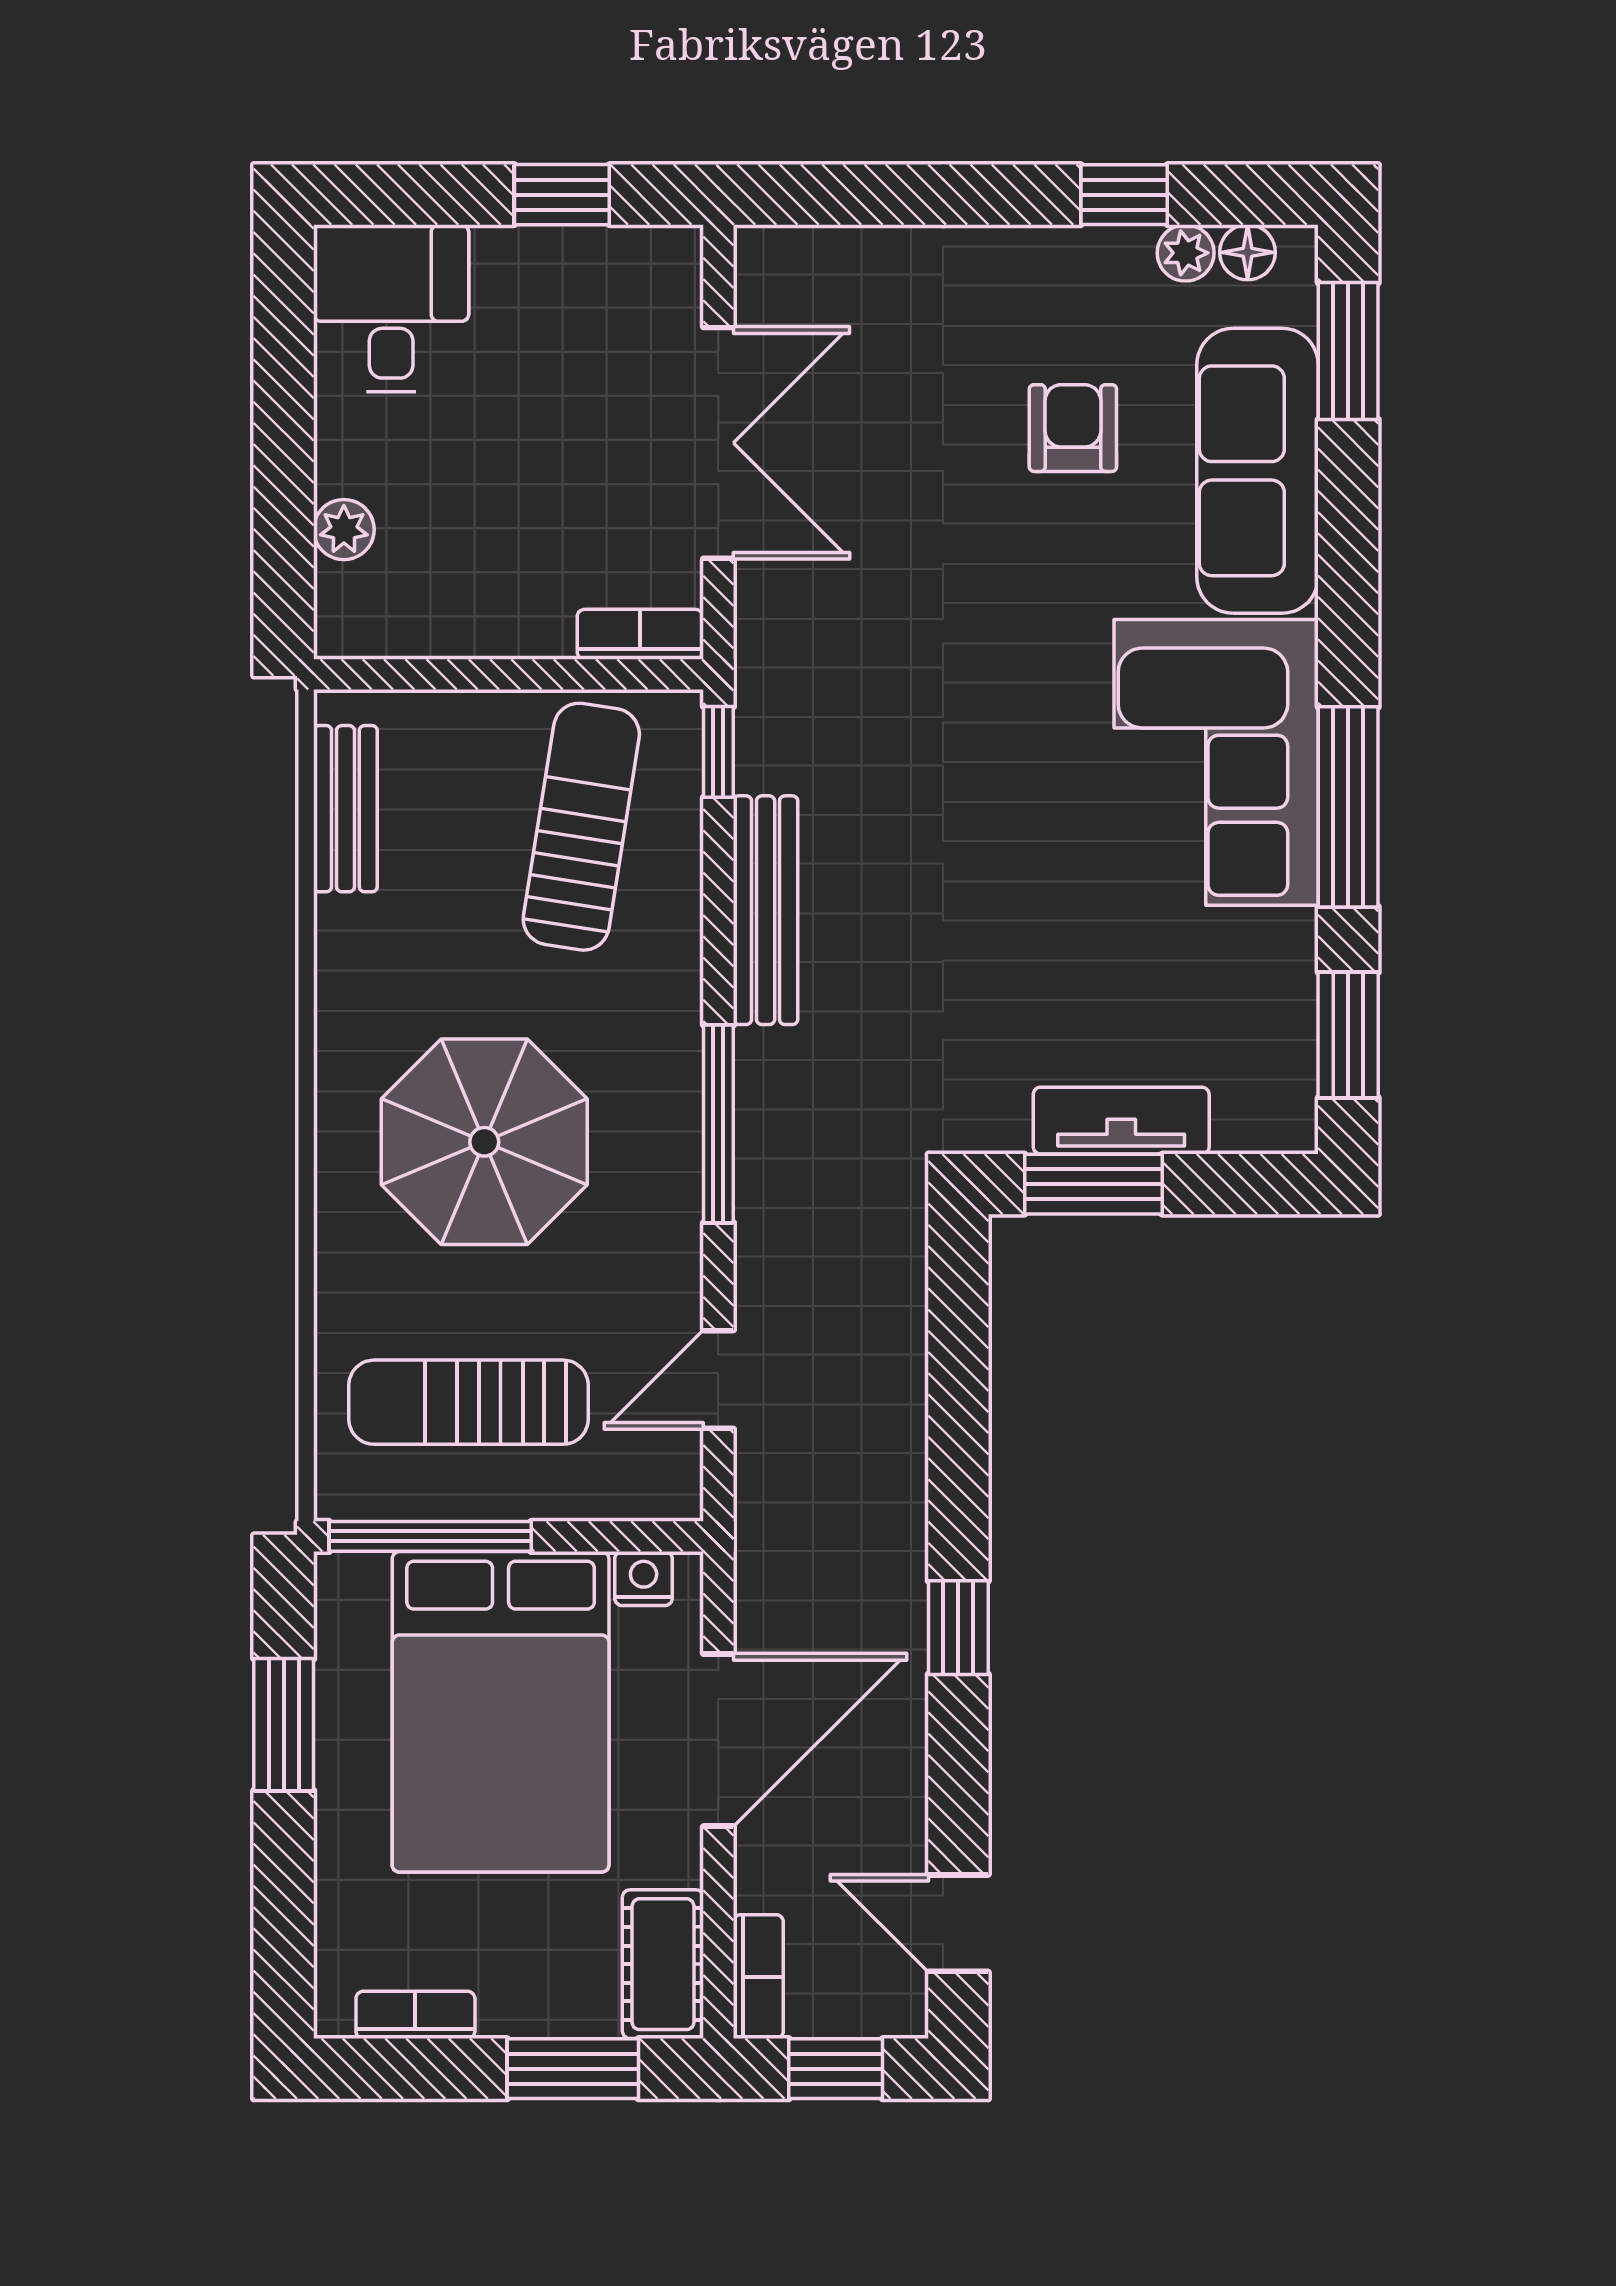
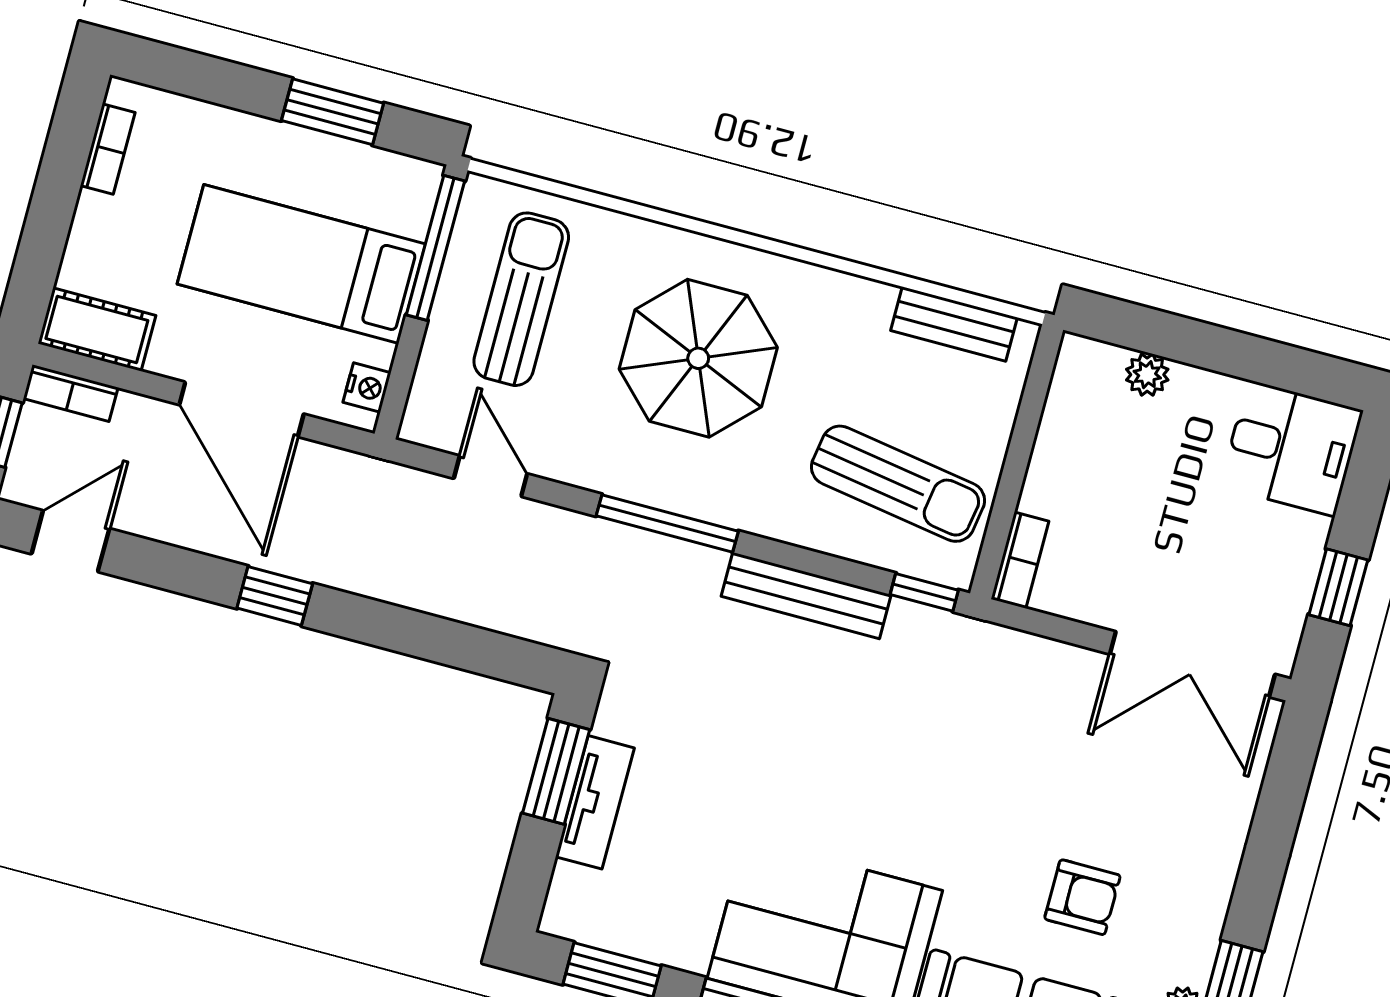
double door: (718, 443) -> (1192, 664), moved
bed: (501, 1712) -> (301, 264), width x0.67
window: (573, 2069) -> (41, 248), removed

